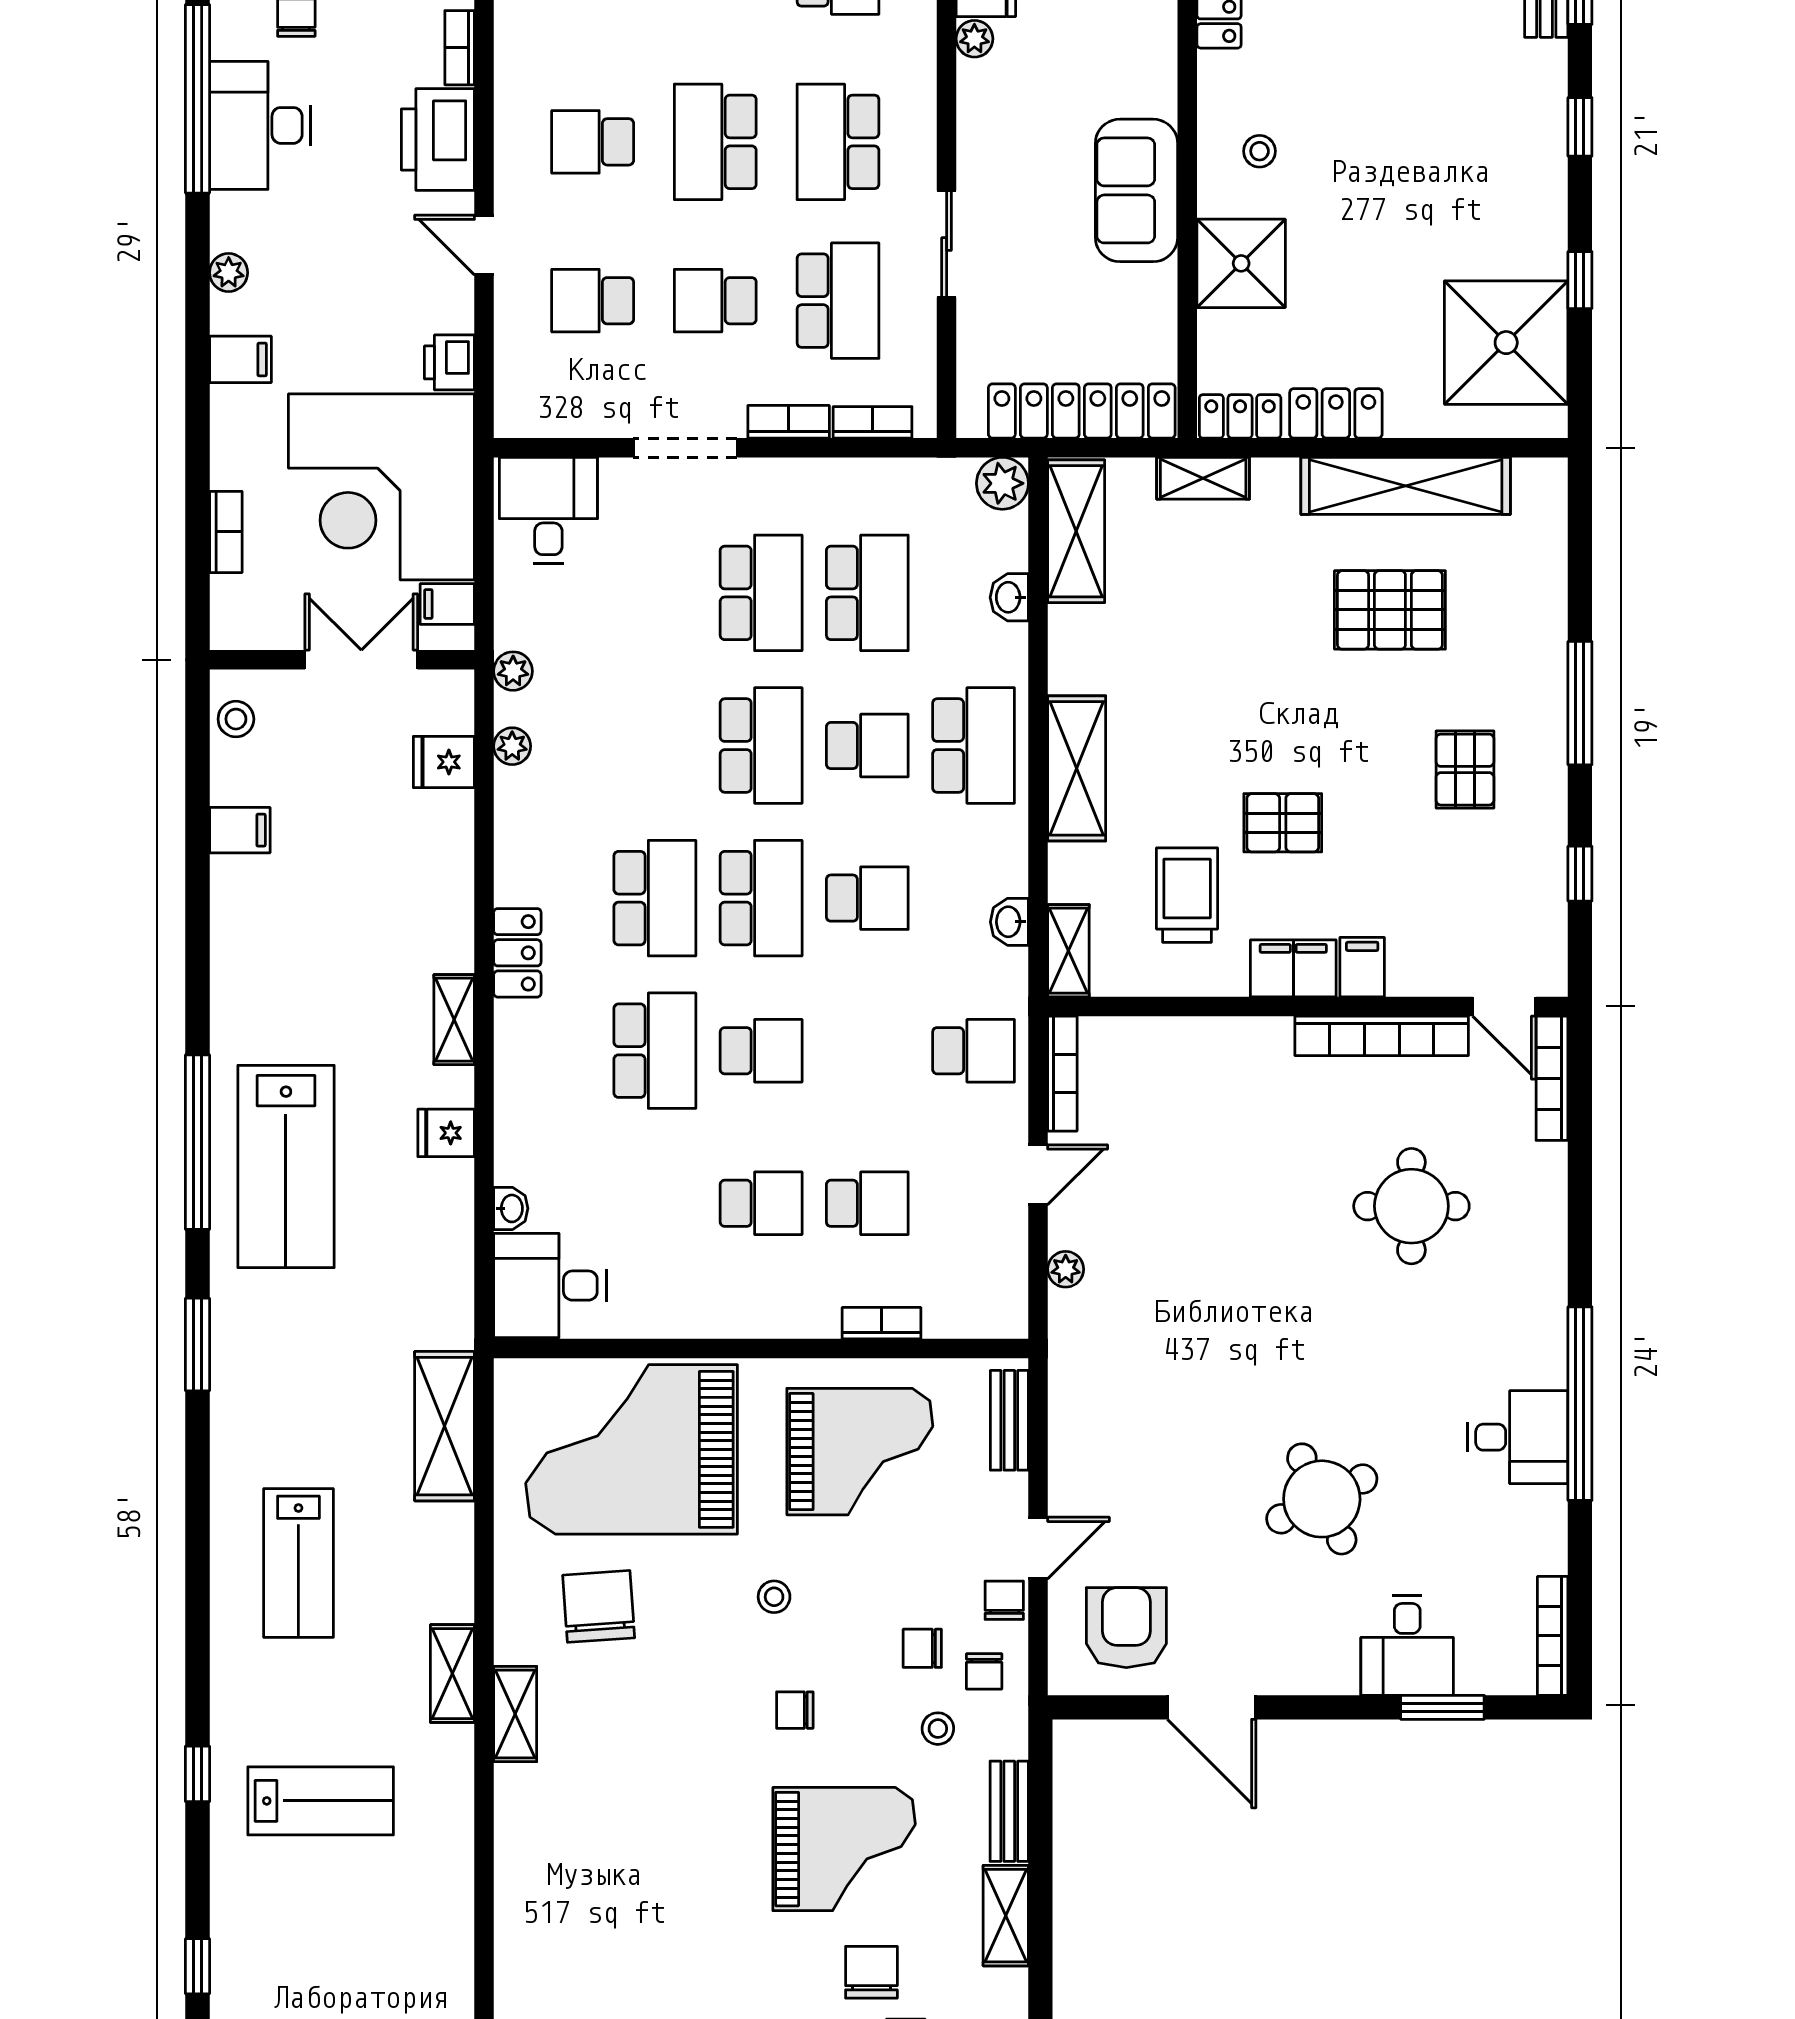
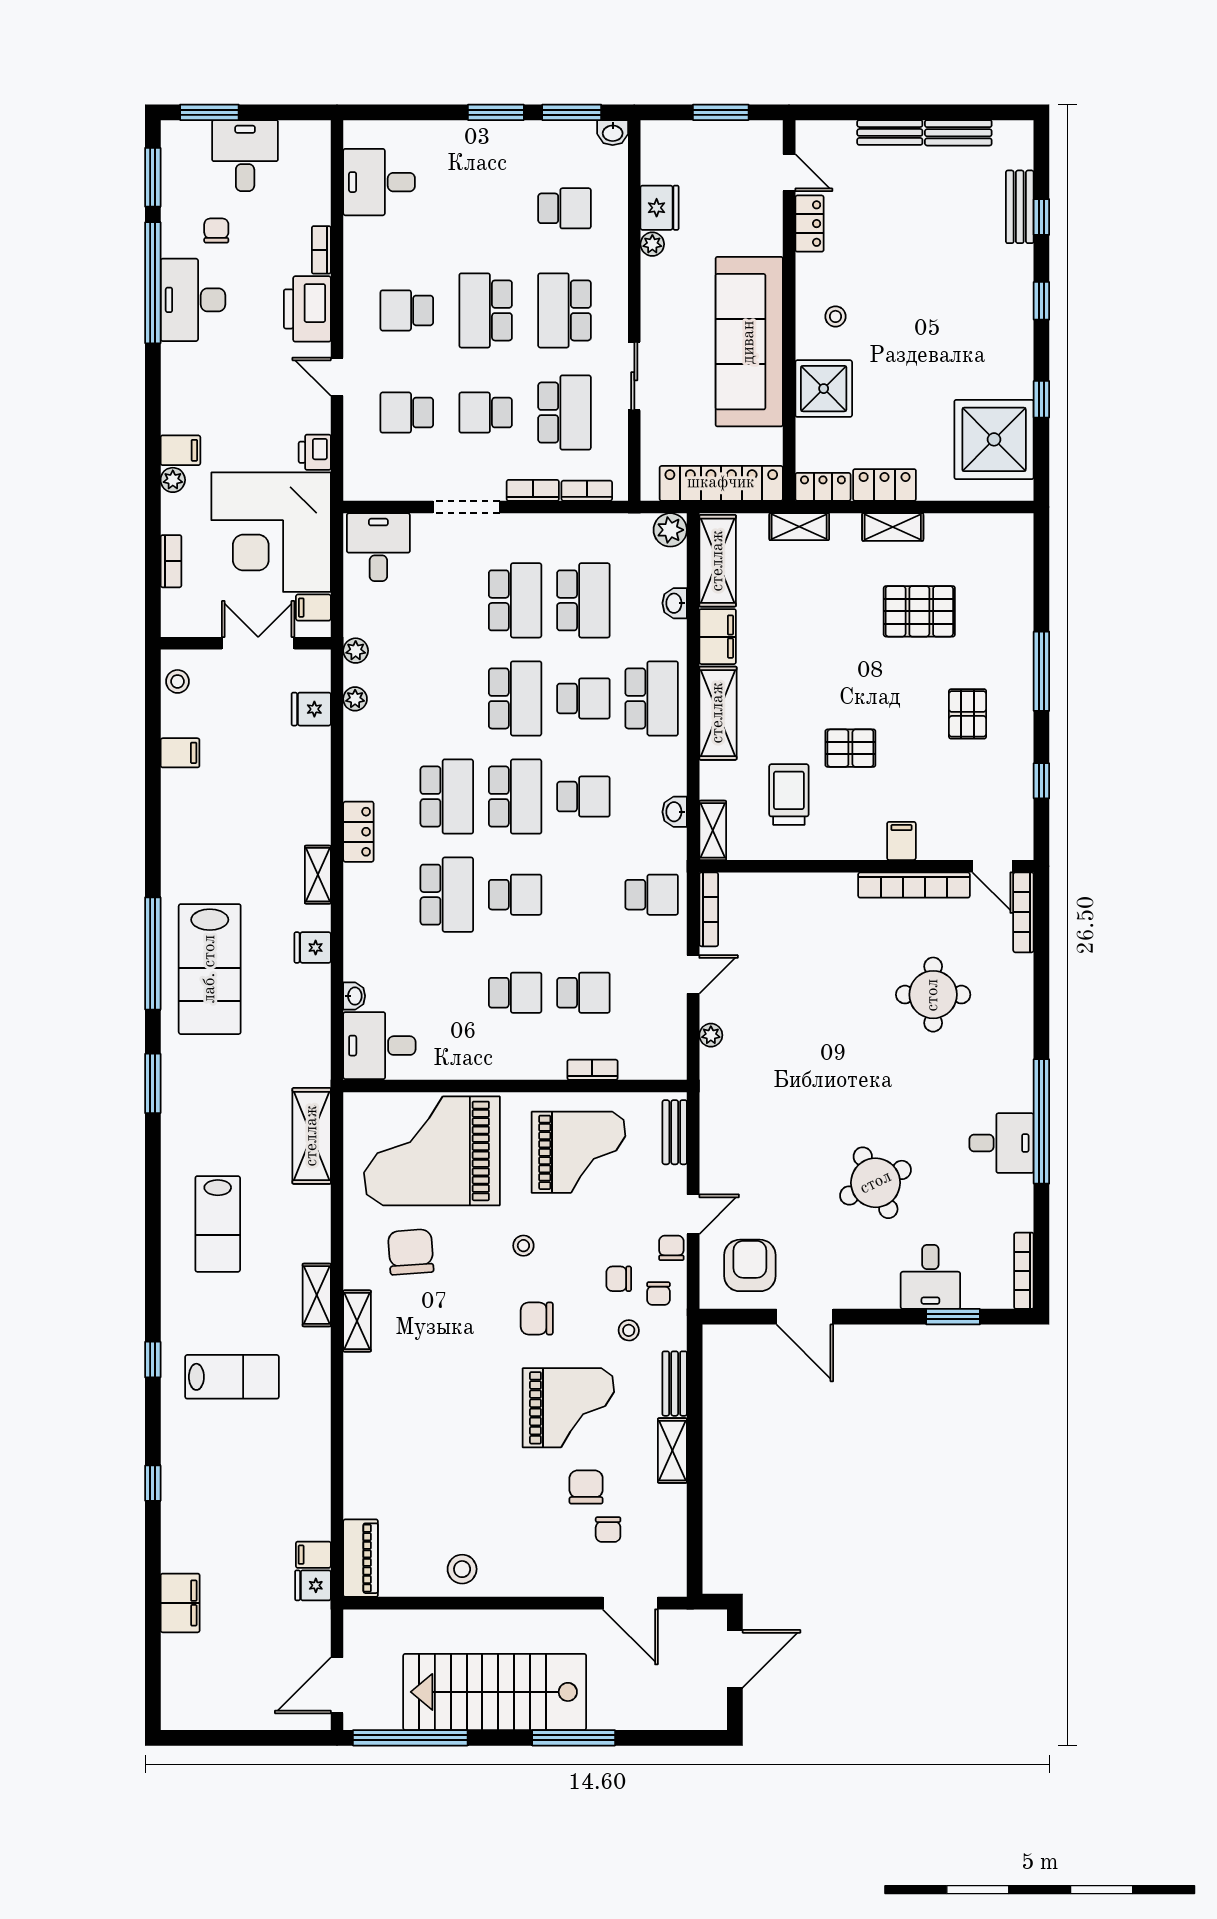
sofa: (1136, 190) -> (749, 342), width x1.85, depth x1.27
plant: (229, 273) -> (173, 480), moved
shelving: (1406, 486) -> (893, 527), width x0.45, depth x0.75
filing cabinet: (1293, 968) -> (718, 637), moved, turned 90
chair: (795, 1710) -> (537, 1318), width x1.37, depth x1.37

